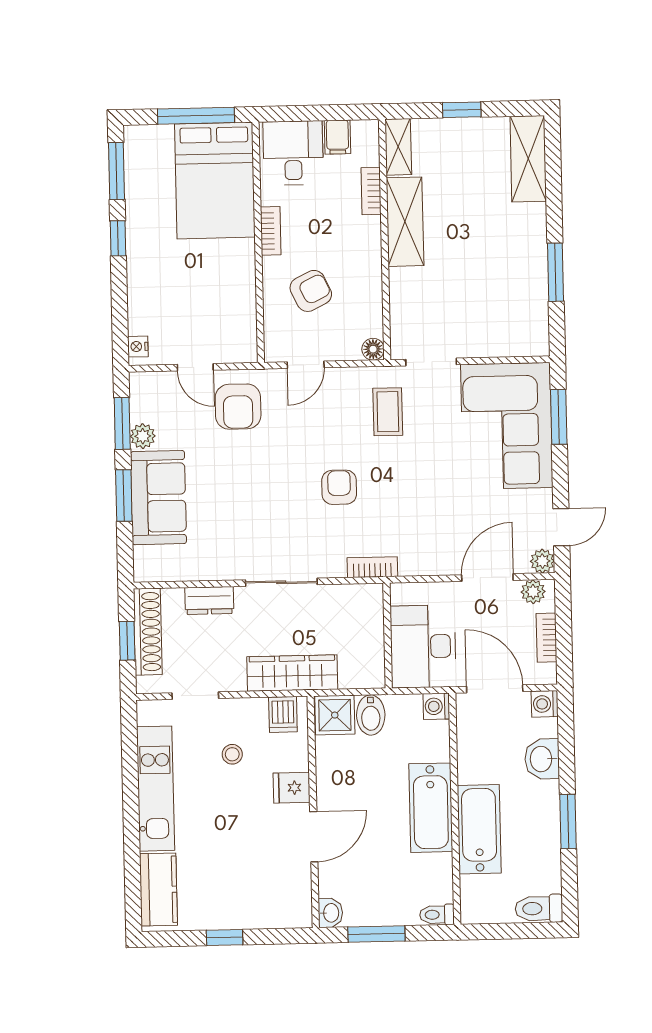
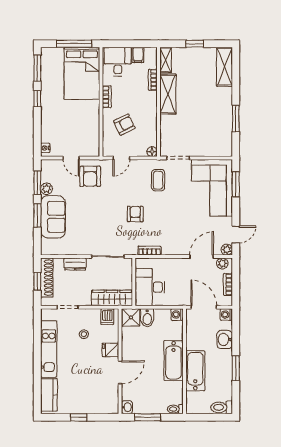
wall: (388, 636) -> (134, 282), moved
desk: (423, 646) -> (150, 287), moved

